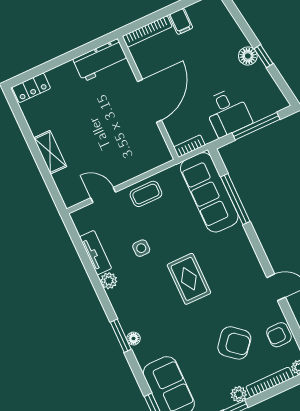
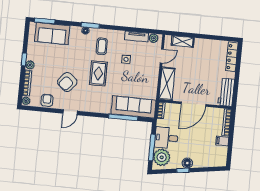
locker: (31, 88) -> (232, 57), width x1.53
door: (149, 101) -> (193, 104), hinge flipped
plant: (262, 102) -> (162, 157), added
shelving: (50, 152) -> (183, 42), moved
shelving: (142, 161) -> (167, 84), added
coffee table: (146, 194) -> (102, 46), moved
rug: (189, 279) -> (98, 73), turned 90
plant: (109, 281) -> (154, 38), moved
armchair: (234, 343) -> (67, 82), moved

